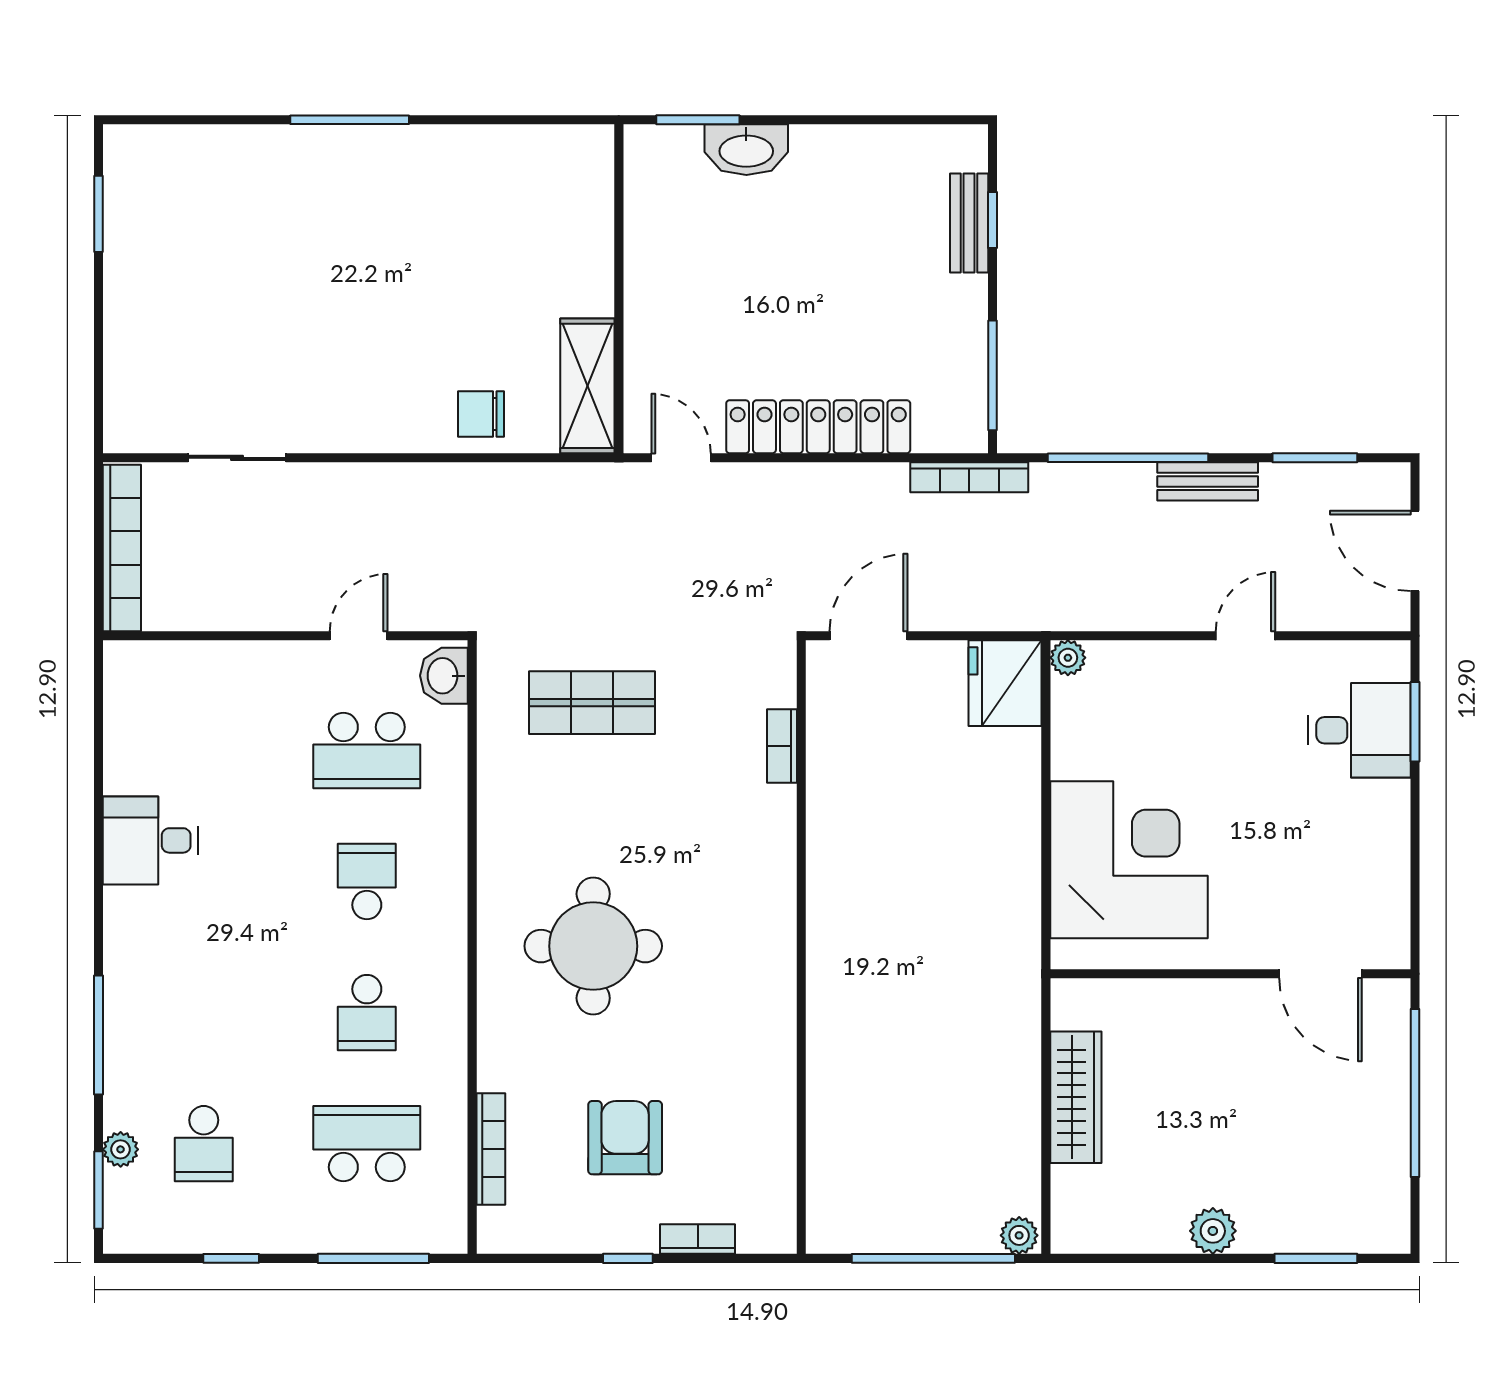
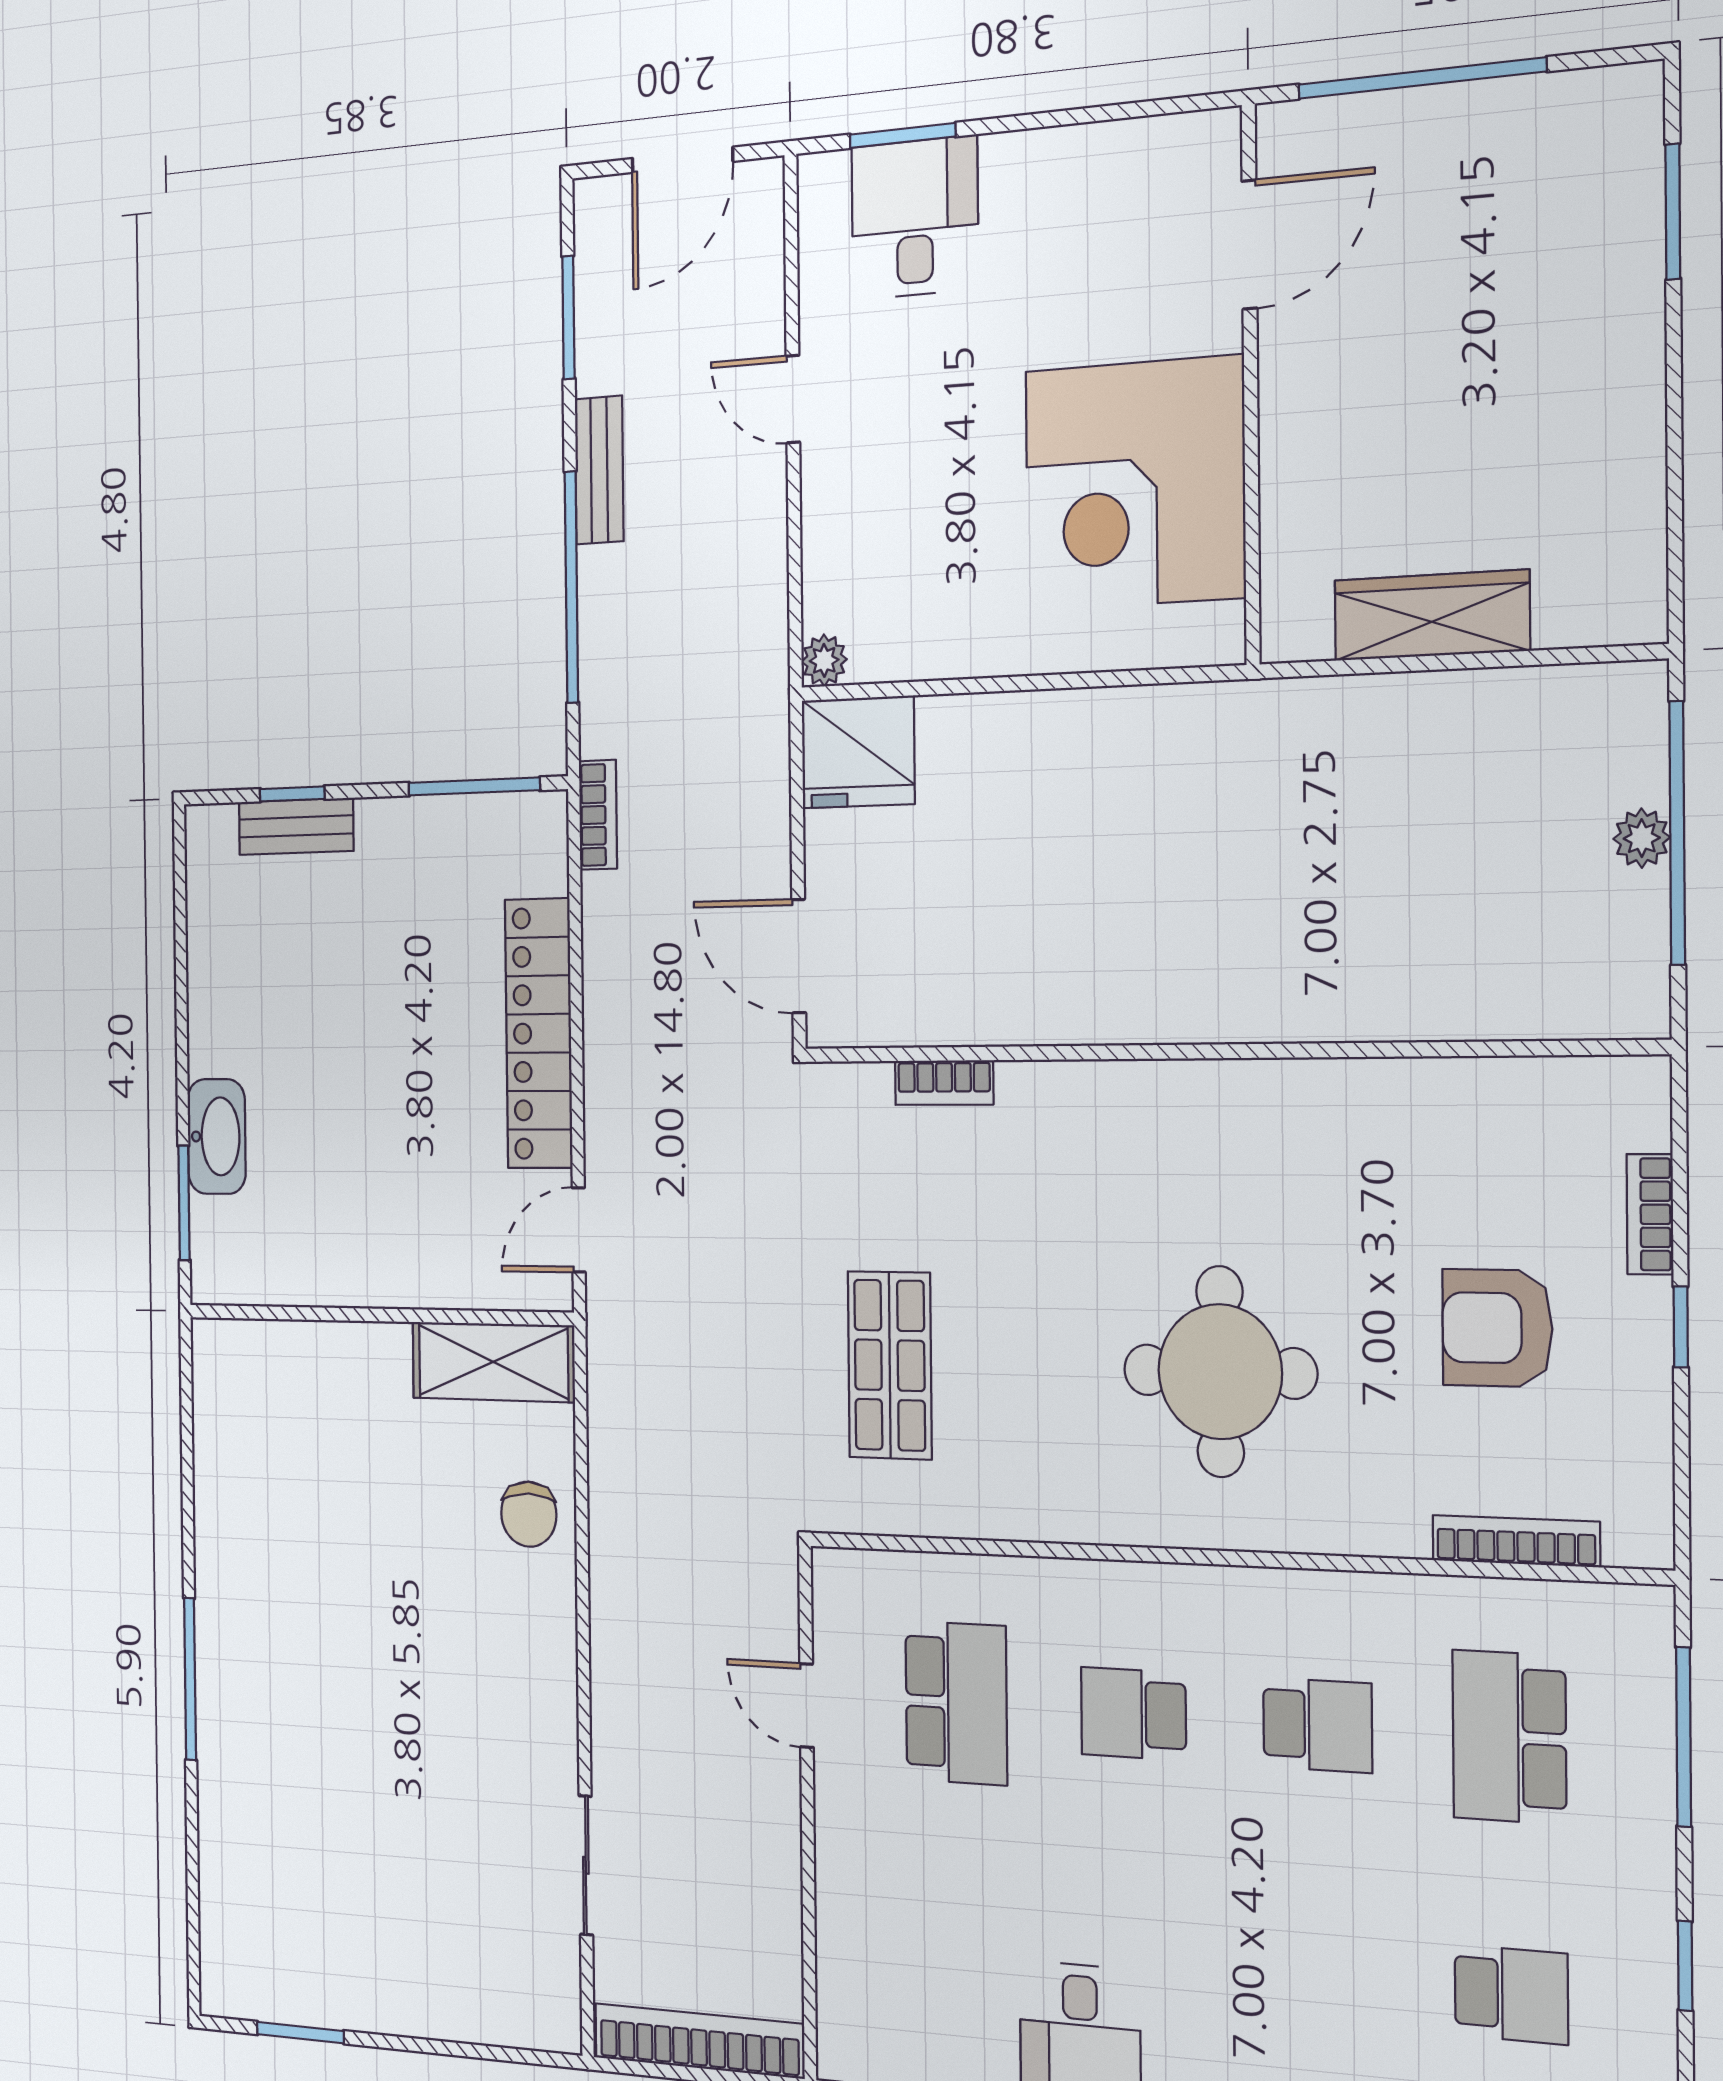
bookcase: (969, 477) -> (598, 815), width x0.64
washbasin: (444, 676) -> (857, 1583), removed
corner desk: (1129, 860) -> (1135, 484), moved, turned -90
plant: (1213, 1231) -> (1632, 383), removed
plant: (1019, 1235) -> (1642, 838), moved

